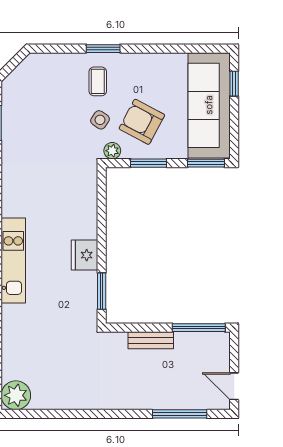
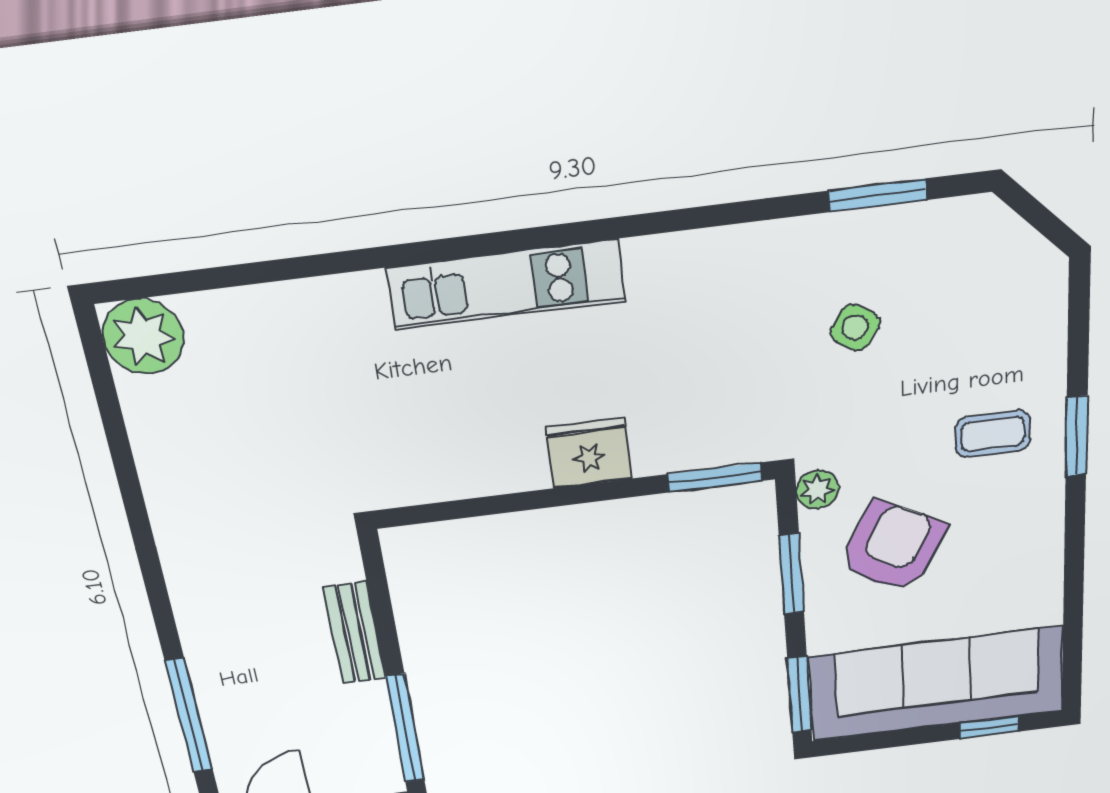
side table: (100, 120) -> (855, 328), moved
fridge: (85, 255) -> (589, 453), moved
window: (102, 291) -> (715, 477), moved

